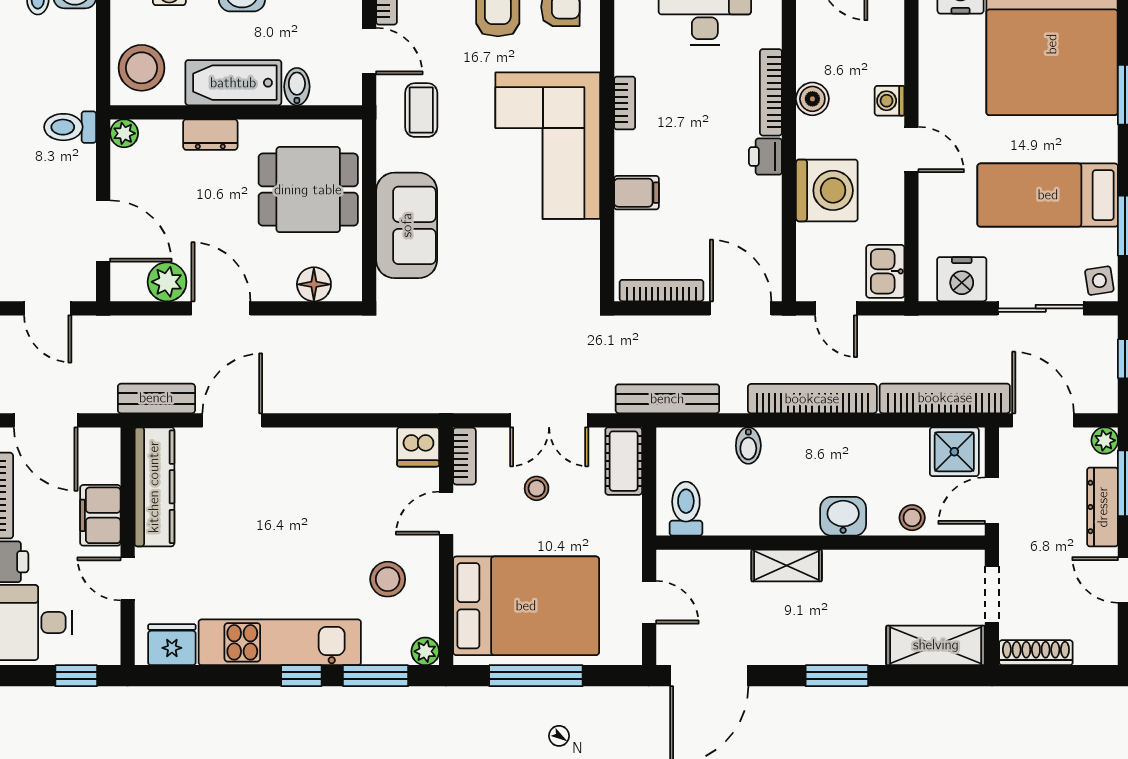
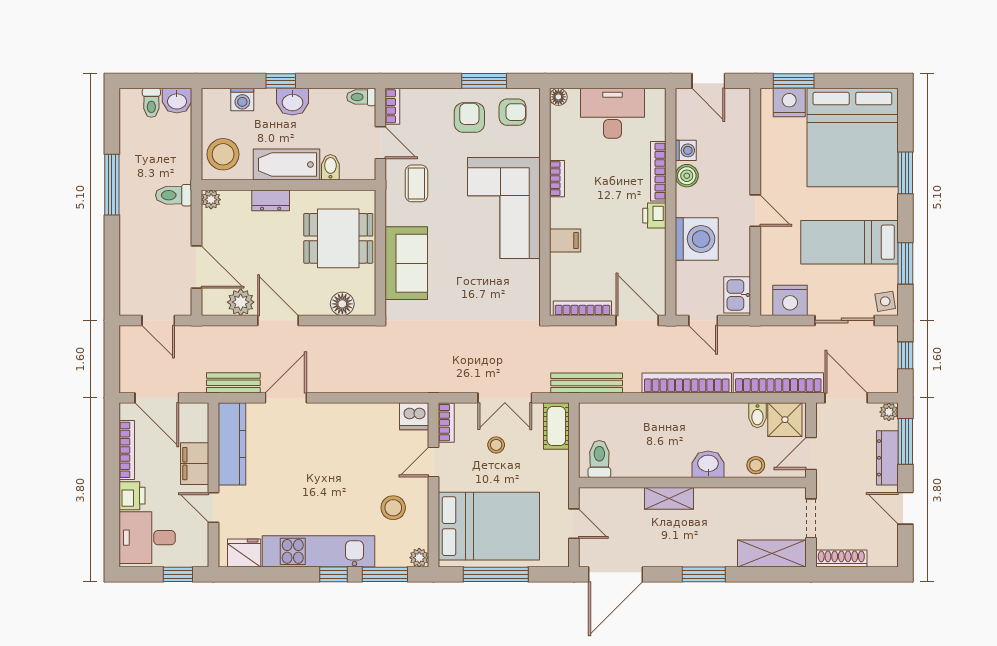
washing machine: (890, 101) -> (686, 150), moved, turned 180
bidet: (748, 446) -> (757, 415), moved

